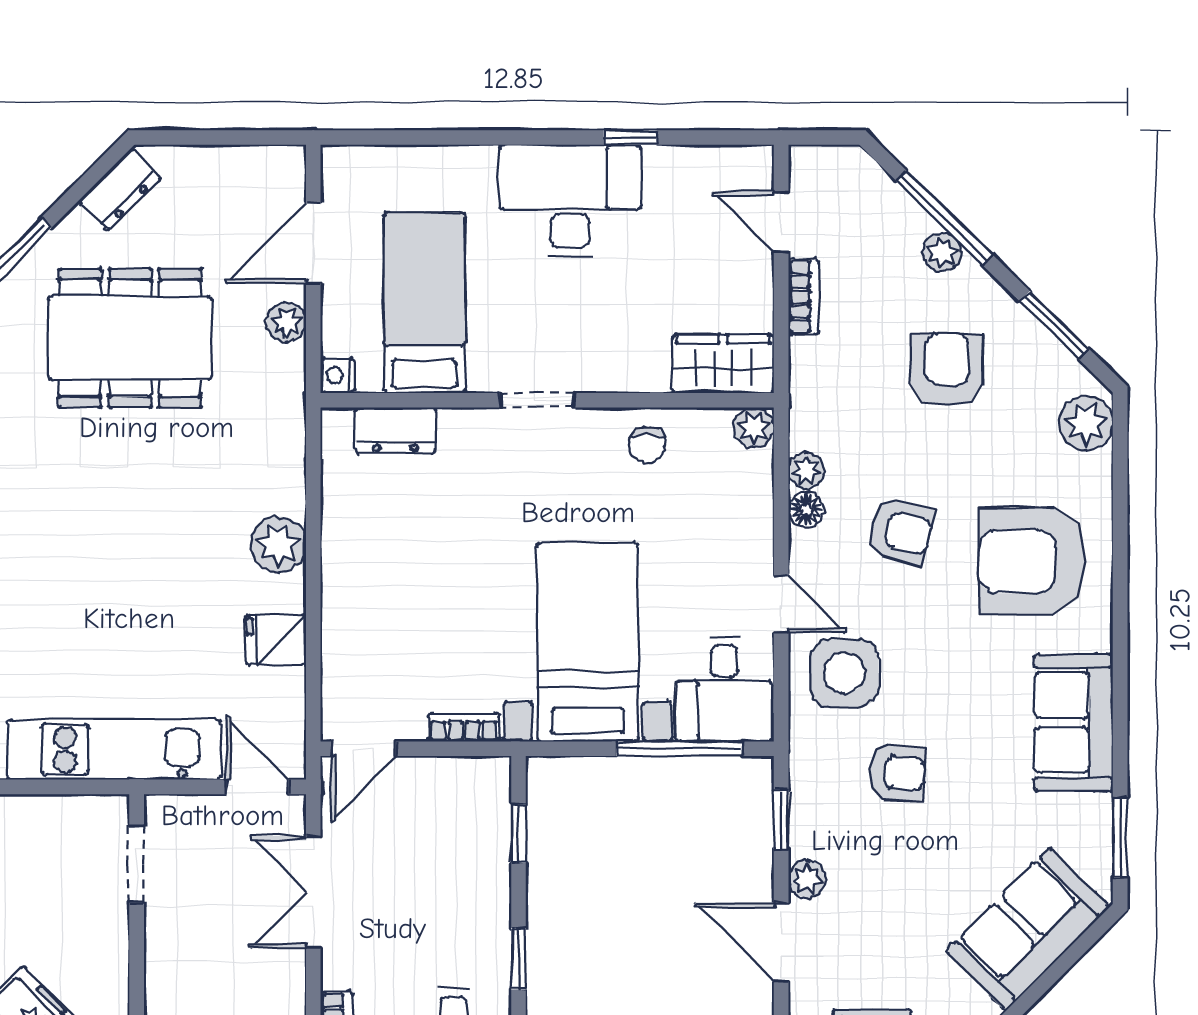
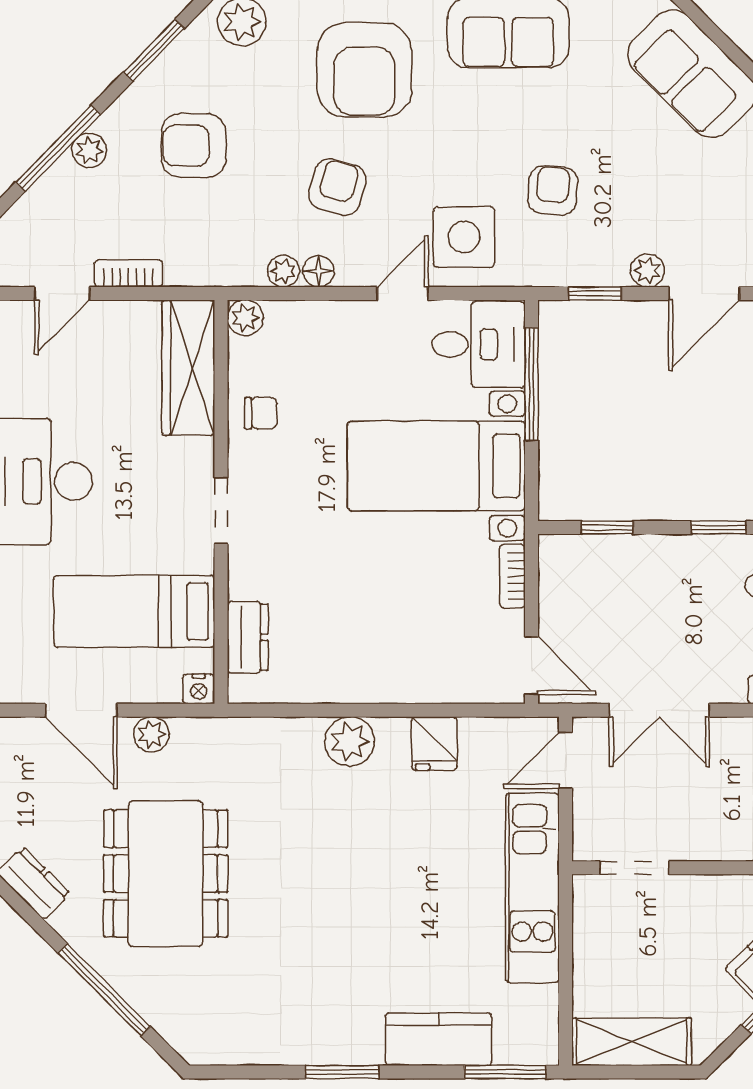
wardrobe: (723, 364) -> (188, 368), width x1.50

